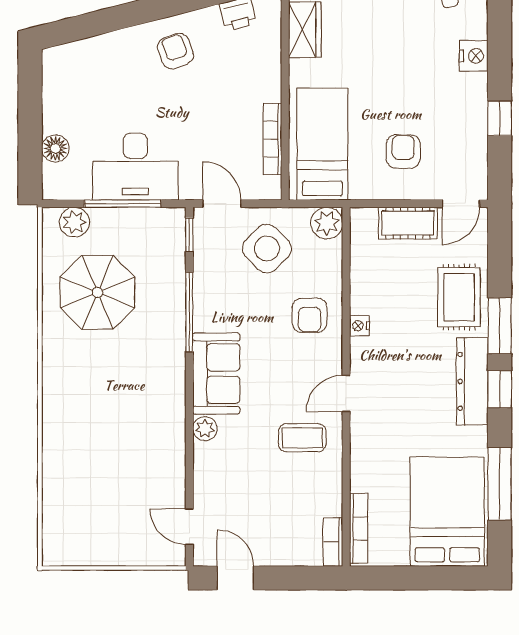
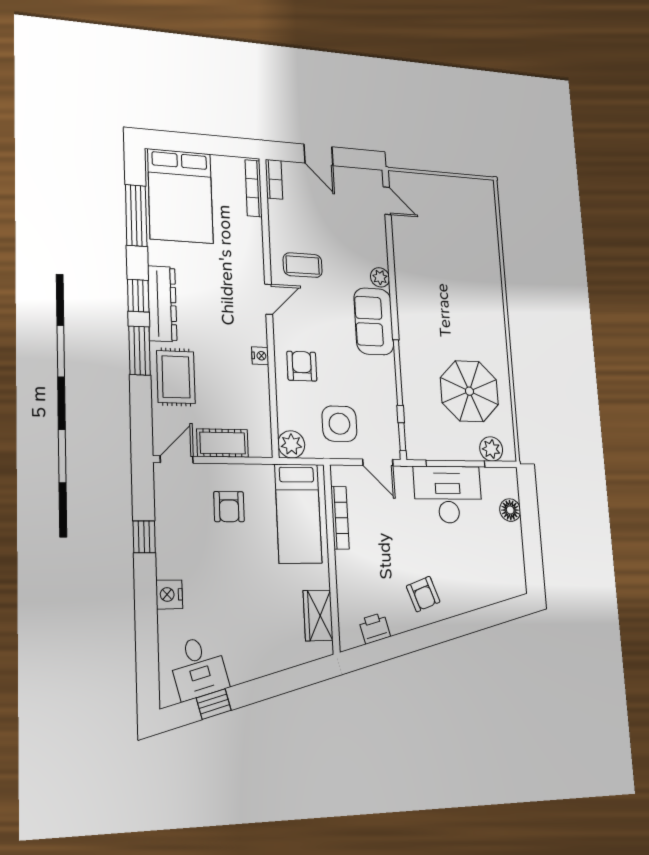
side table: (267, 248) -> (339, 424), turned 45
door: (235, 578) -> (318, 155), moved

